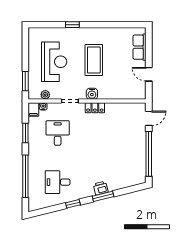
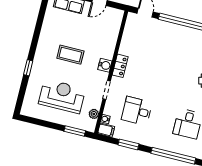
coffee table: (94, 60) -> (70, 55), width x0.73, depth x0.76

